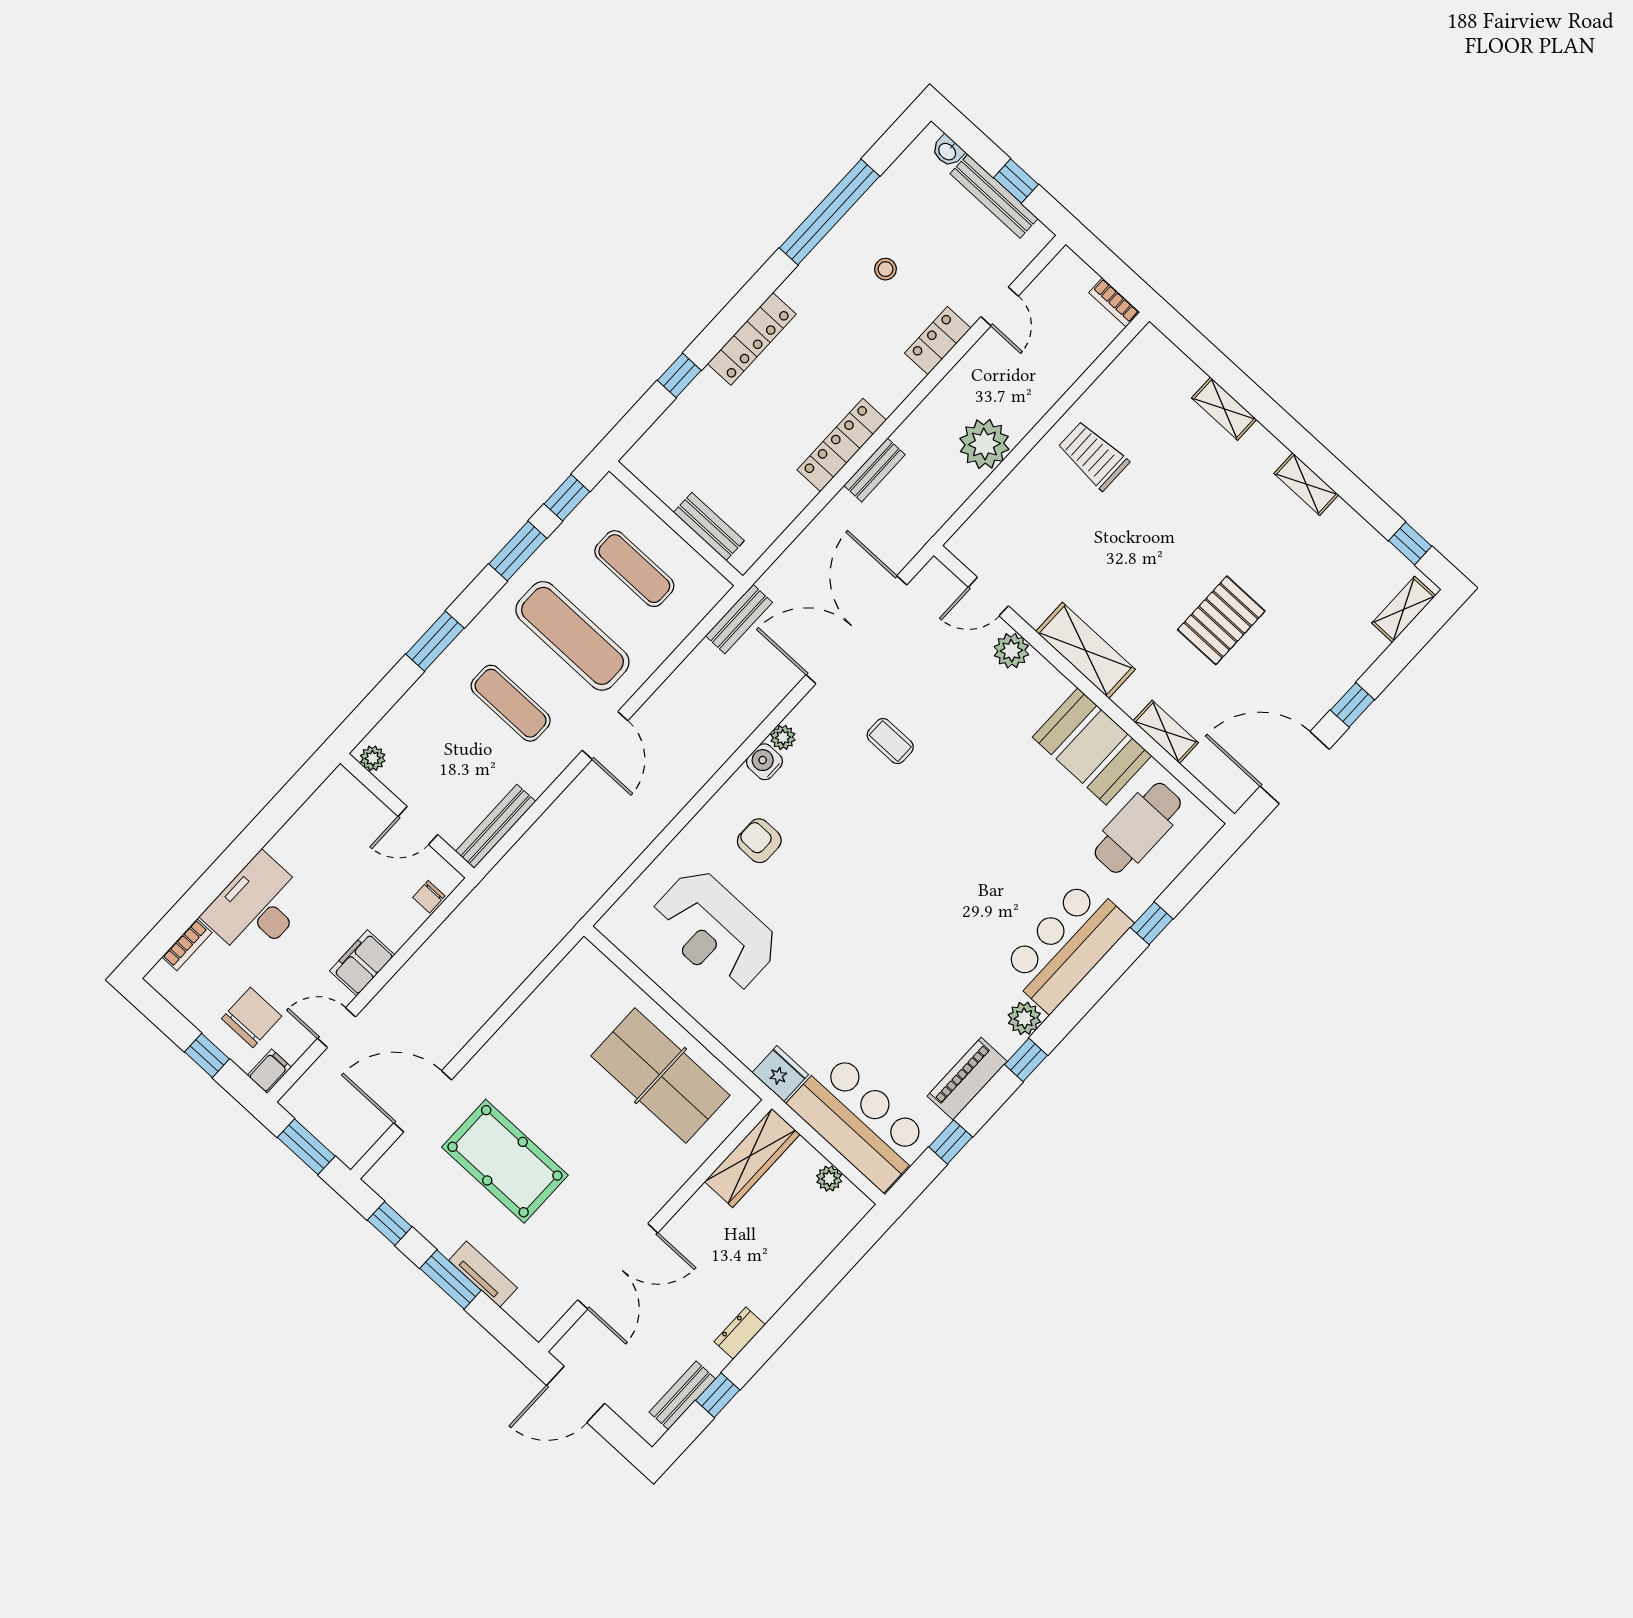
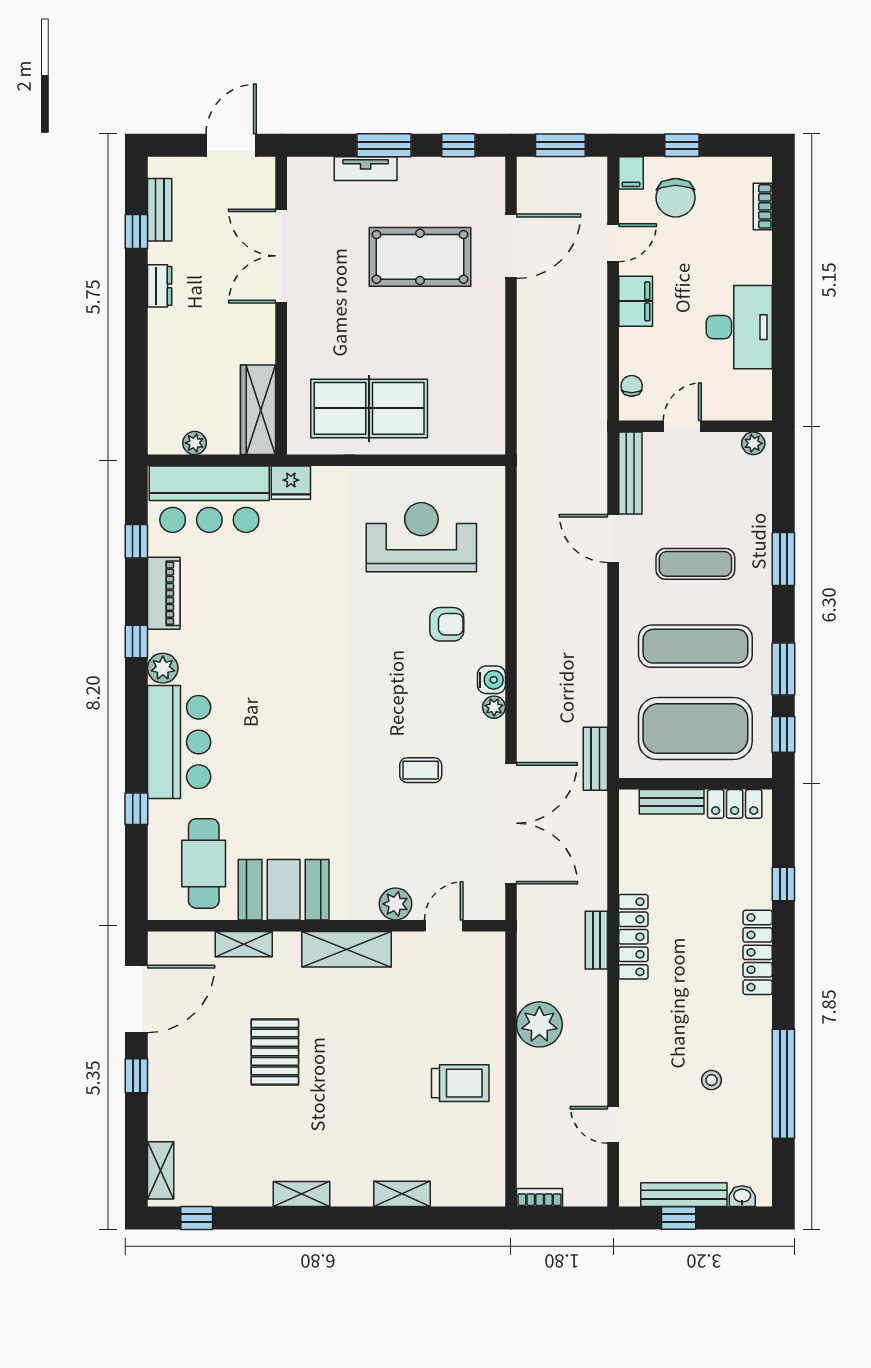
locker: (938, 341) -> (735, 804), moved, turned 90
exercise mat: (634, 569) -> (695, 729), width x2.00, depth x1.45
door: (605, 735) -> (613, 538), moved
desk: (257, 907) -> (739, 327), moved

